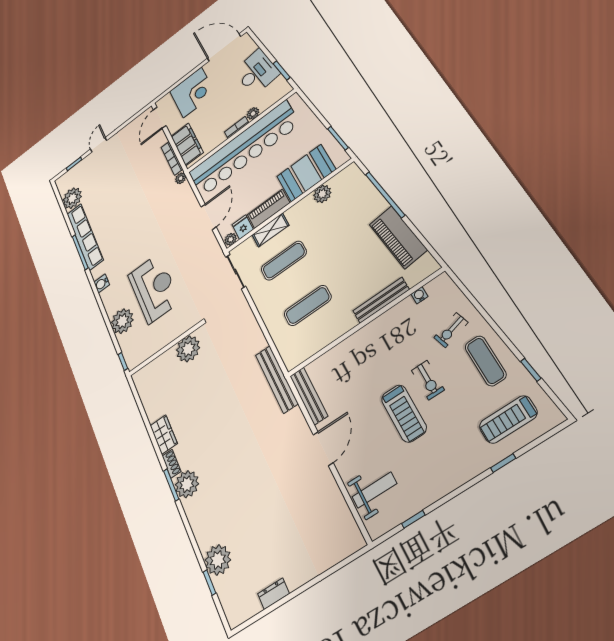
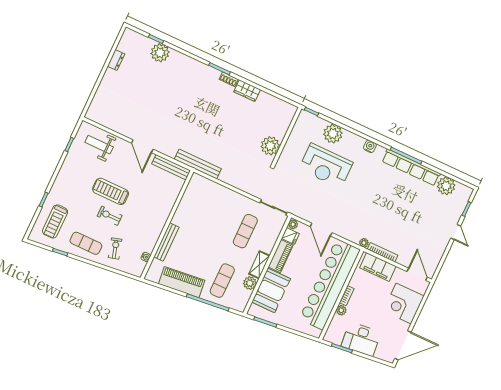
shelving: (270, 230) -> (259, 265), moved
exercise mat: (308, 306) -> (222, 281), moved
treadmill: (508, 419) -> (55, 221), turned 180
plant: (187, 484) -> (210, 76), removed
weight bench: (374, 490) -> (99, 145), turned 90

